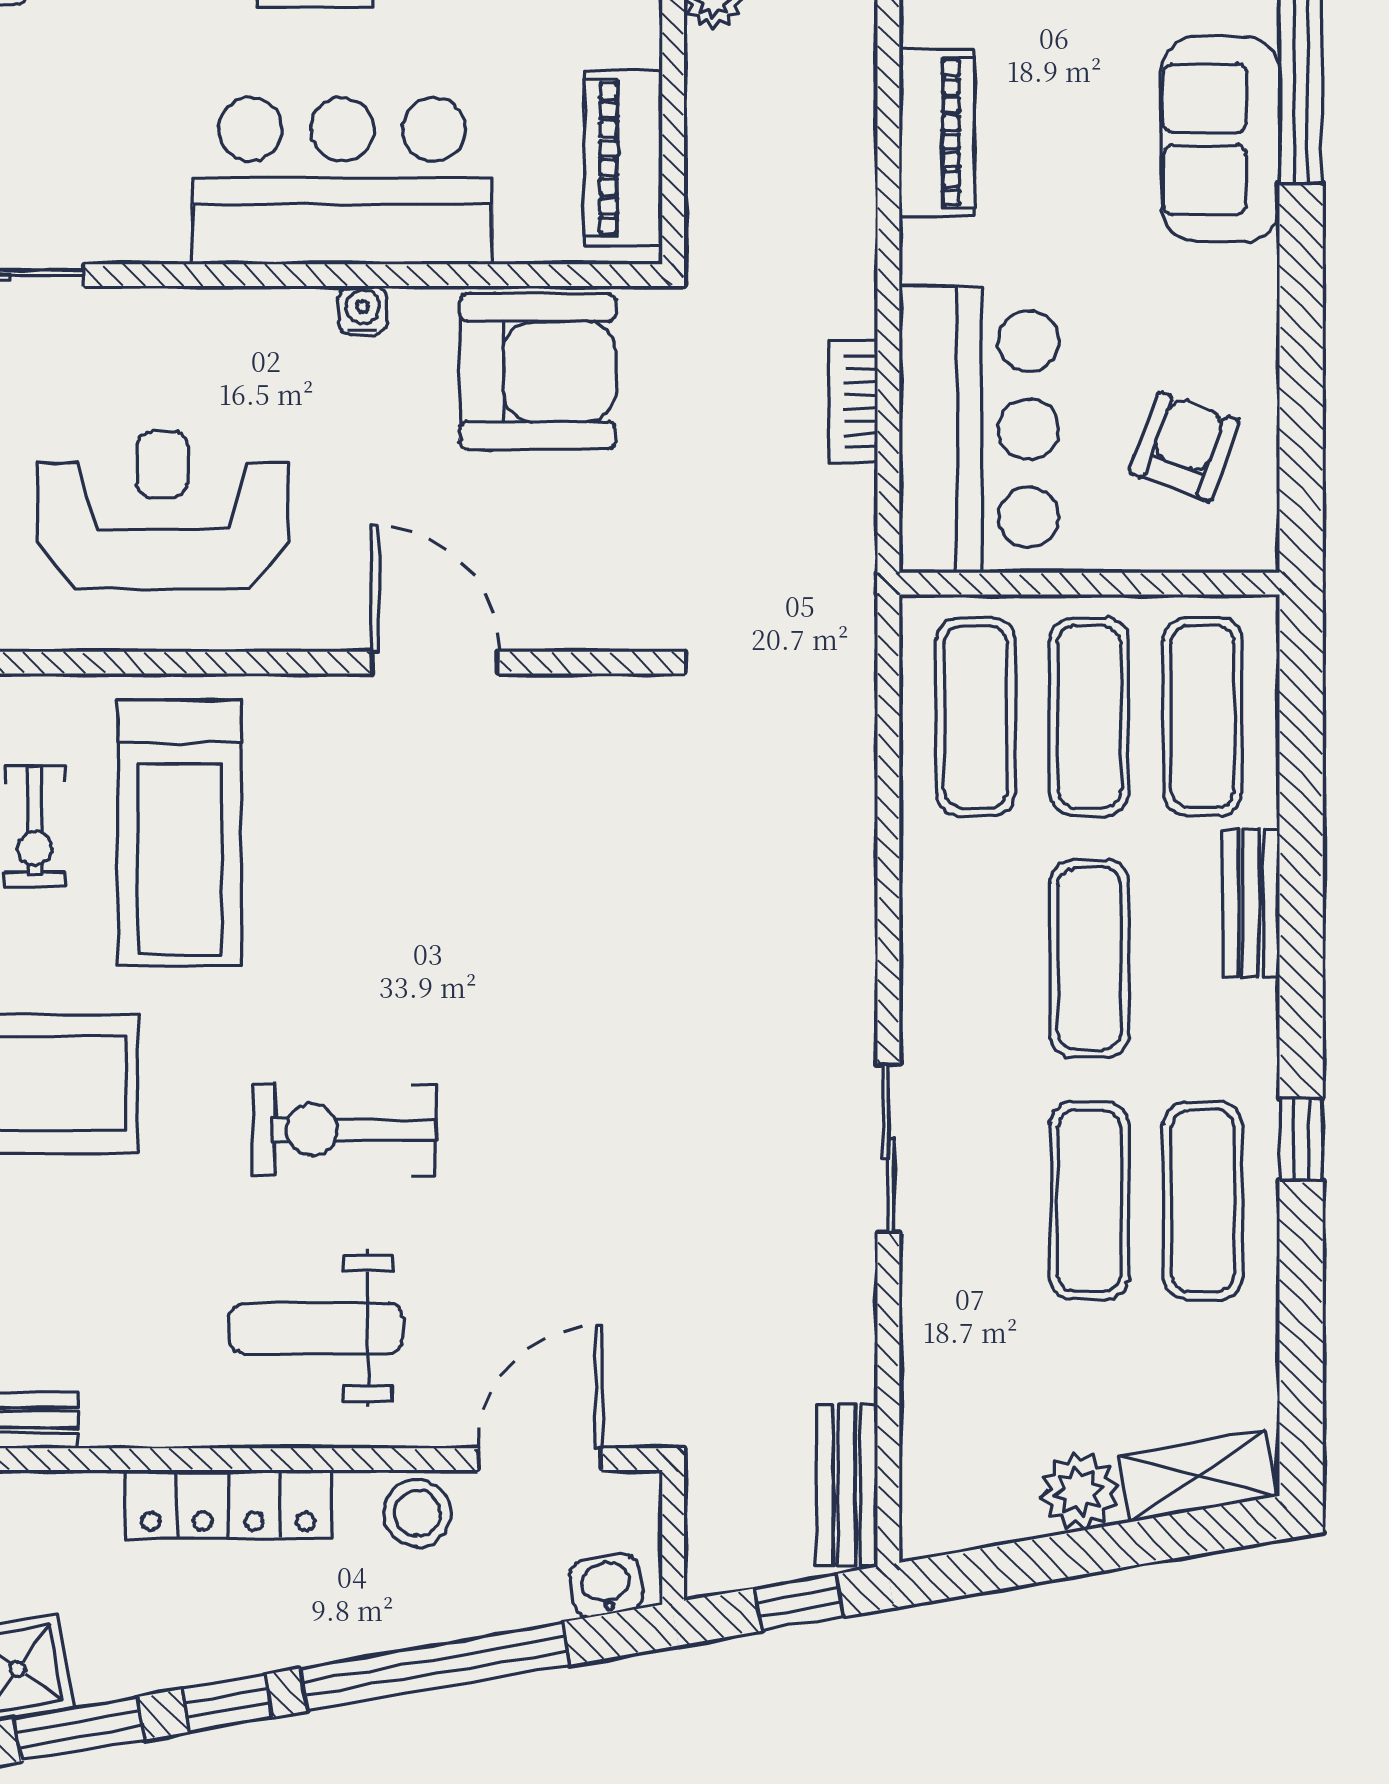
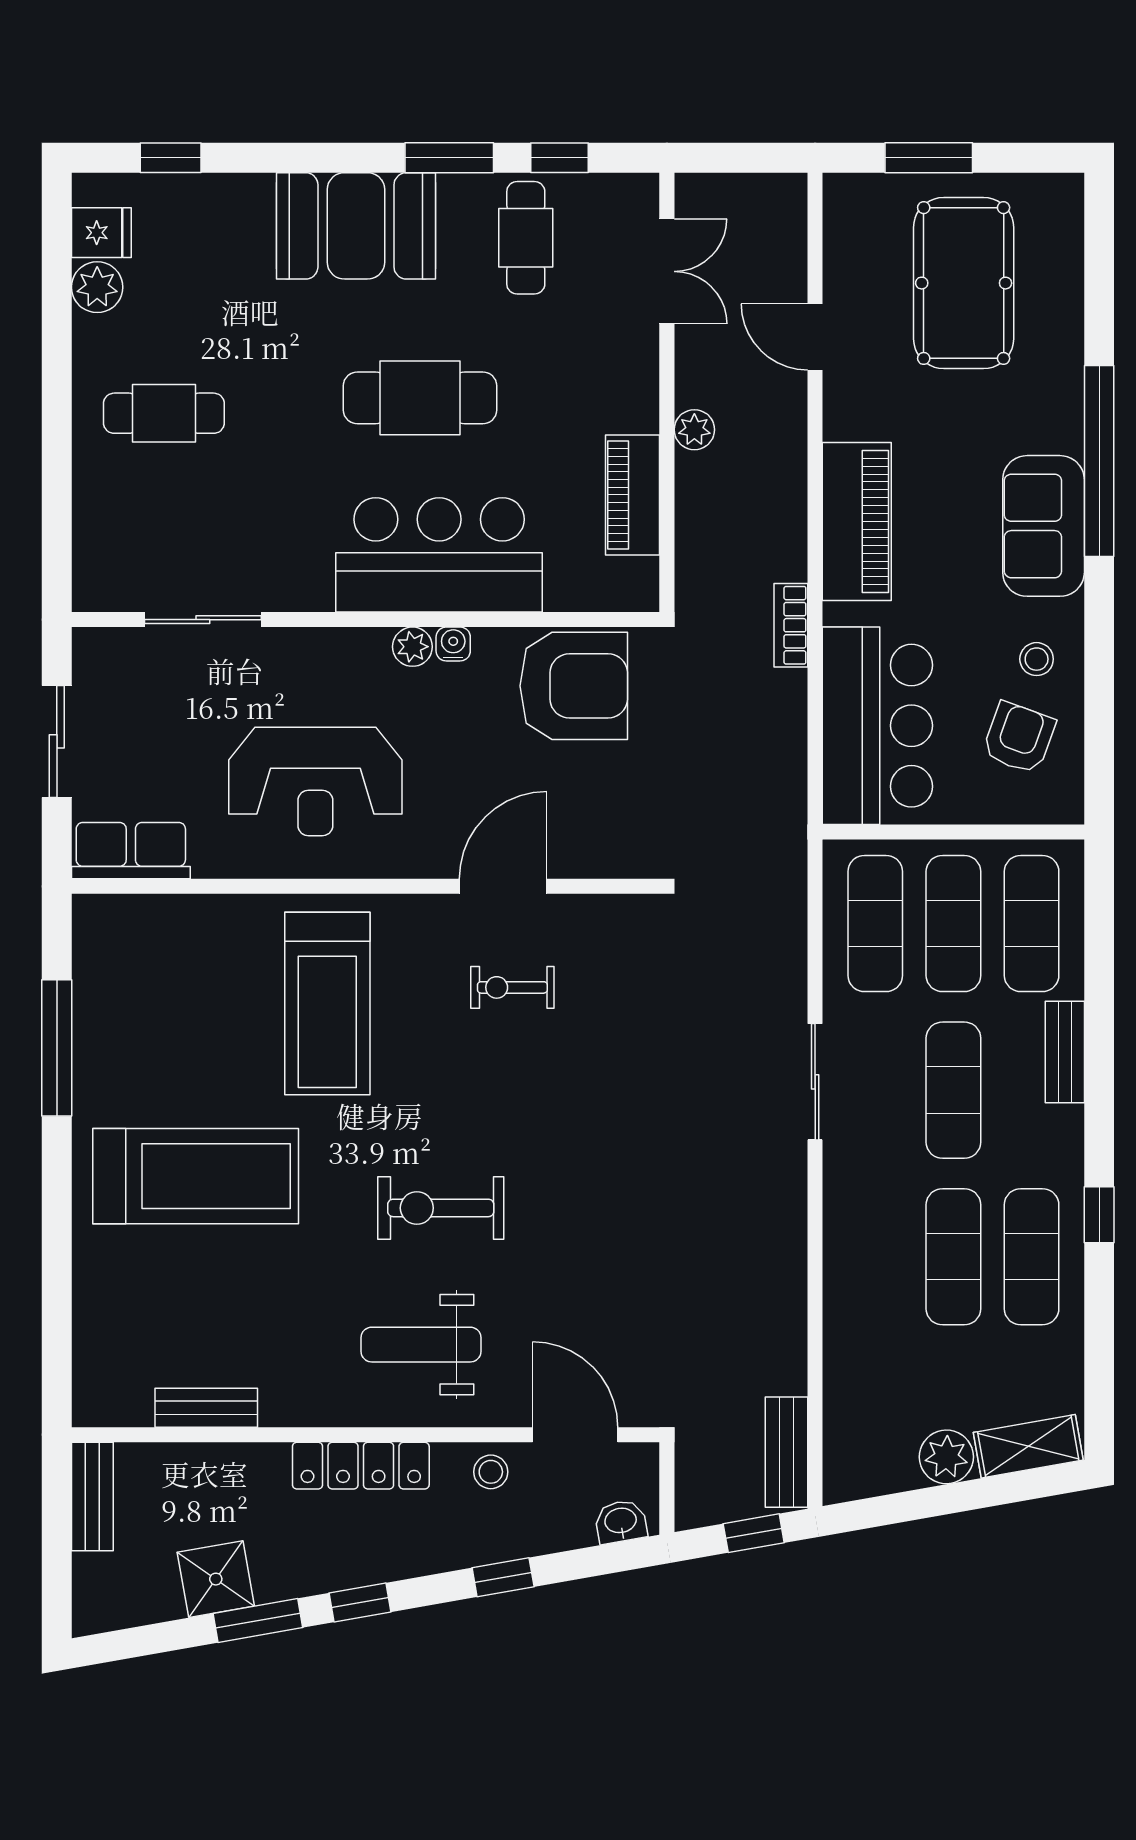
piano: (937, 133) -> (857, 522), width x1.37, depth x1.33
piano: (623, 158) -> (633, 495), moved
plant: (303, 314) -> (412, 647), added
stool: (1210, 332) -> (1037, 659), added
bookcase: (853, 402) -> (791, 625), moved
reception desk: (162, 510) -> (315, 781), turned 180
door: (435, 663) -> (503, 886), hinge flipped
exercise bike: (35, 827) -> (512, 987), moved, turned 90
sliding door: (888, 1148) -> (815, 1082), moved
door: (540, 1459) -> (575, 1435), hinge flipped
stool: (417, 1513) -> (491, 1472), width x0.73, depth x0.73
window: (435, 1666) -> (503, 1577), width x0.32

